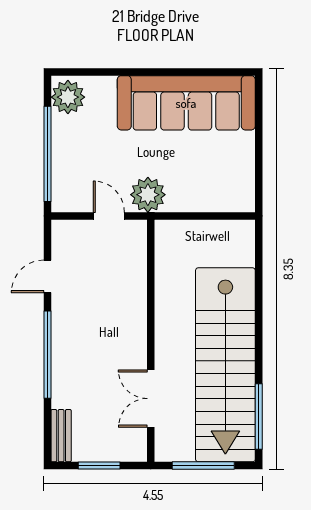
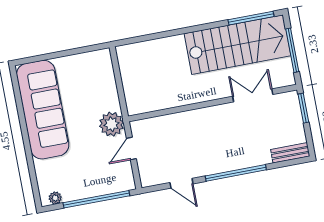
plant: (68, 97) -> (55, 198), width x0.53, depth x0.53
stairs: (225, 365) -> (237, 45), width x0.73
double door: (151, 399) -> (253, 95), swing flipped
window: (99, 466) -> (303, 108), moved

